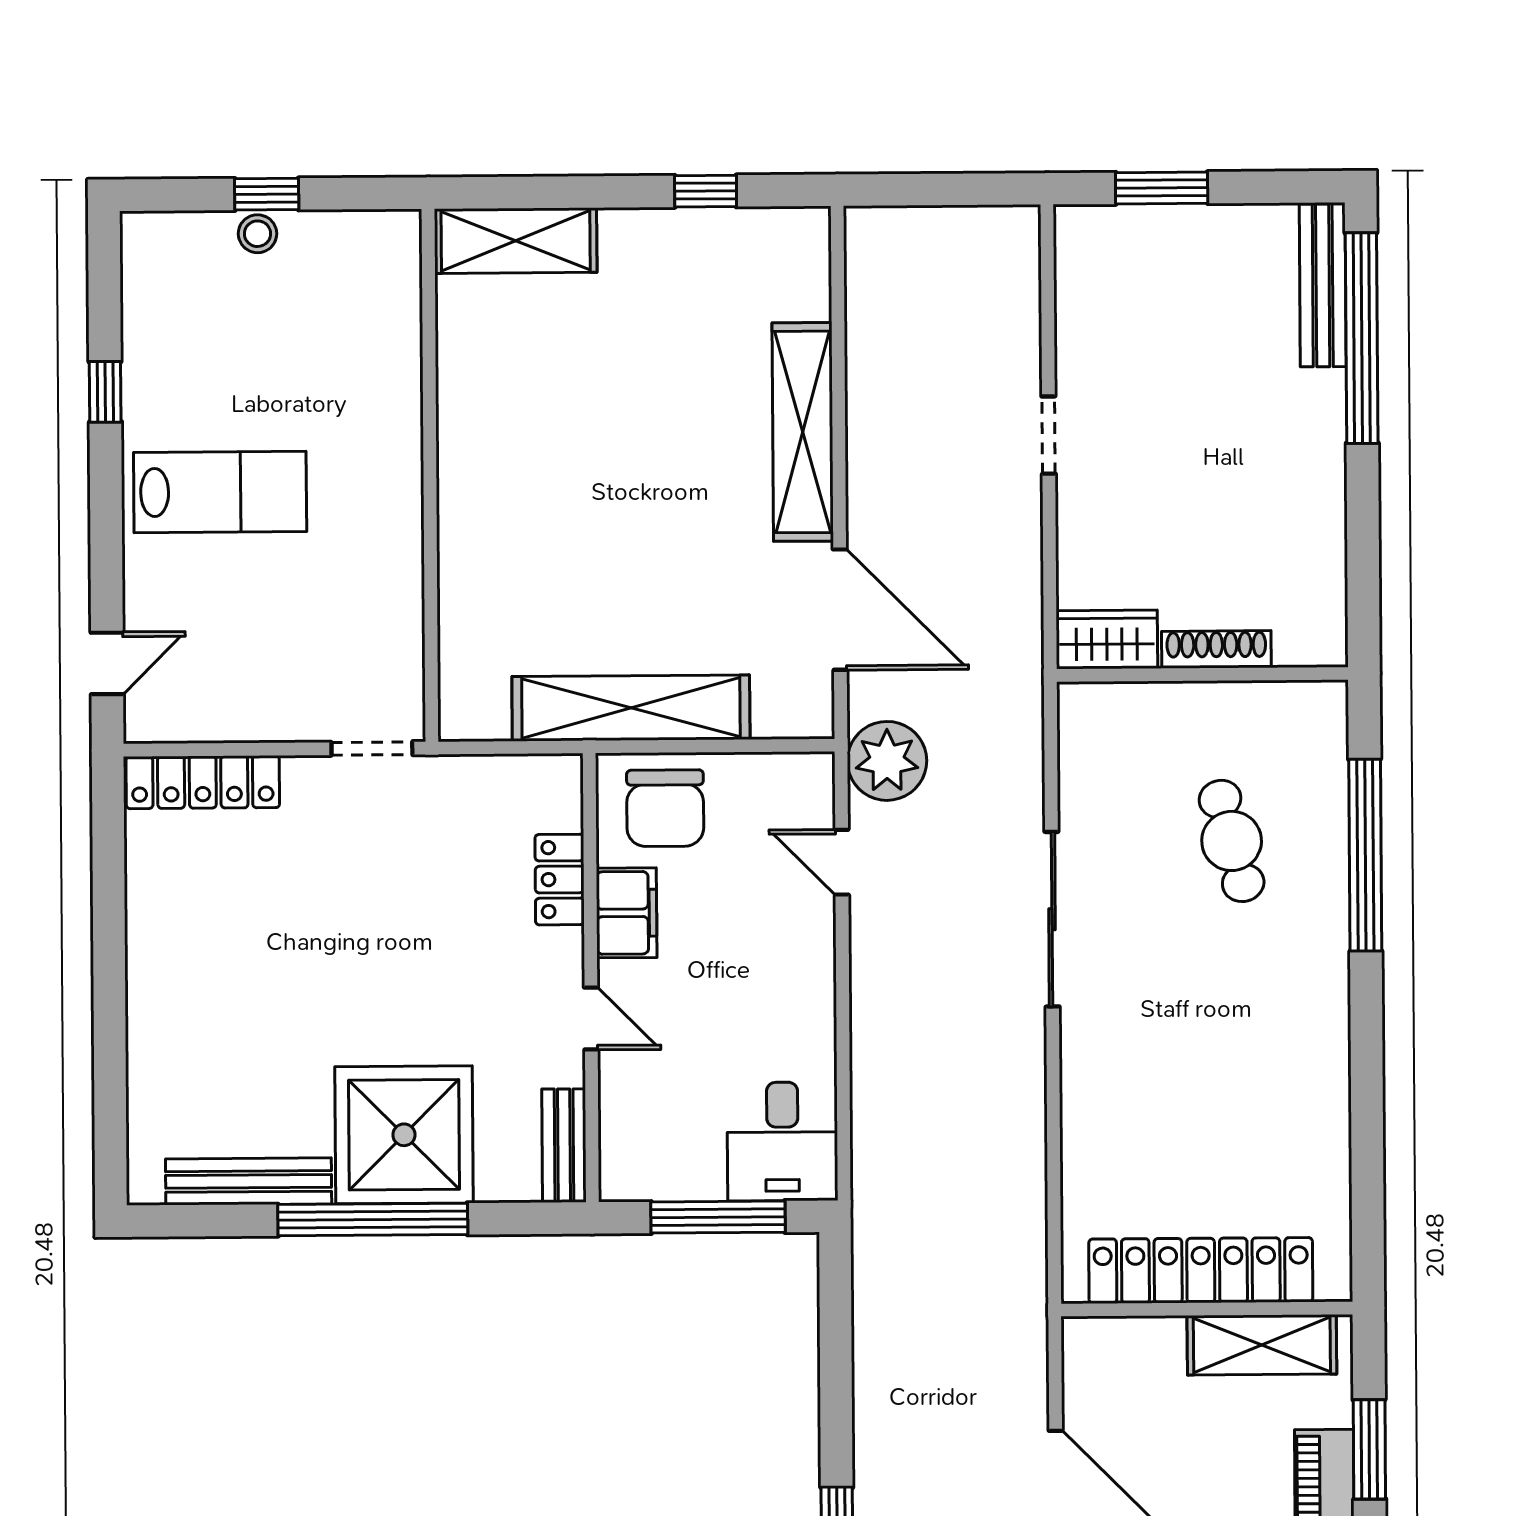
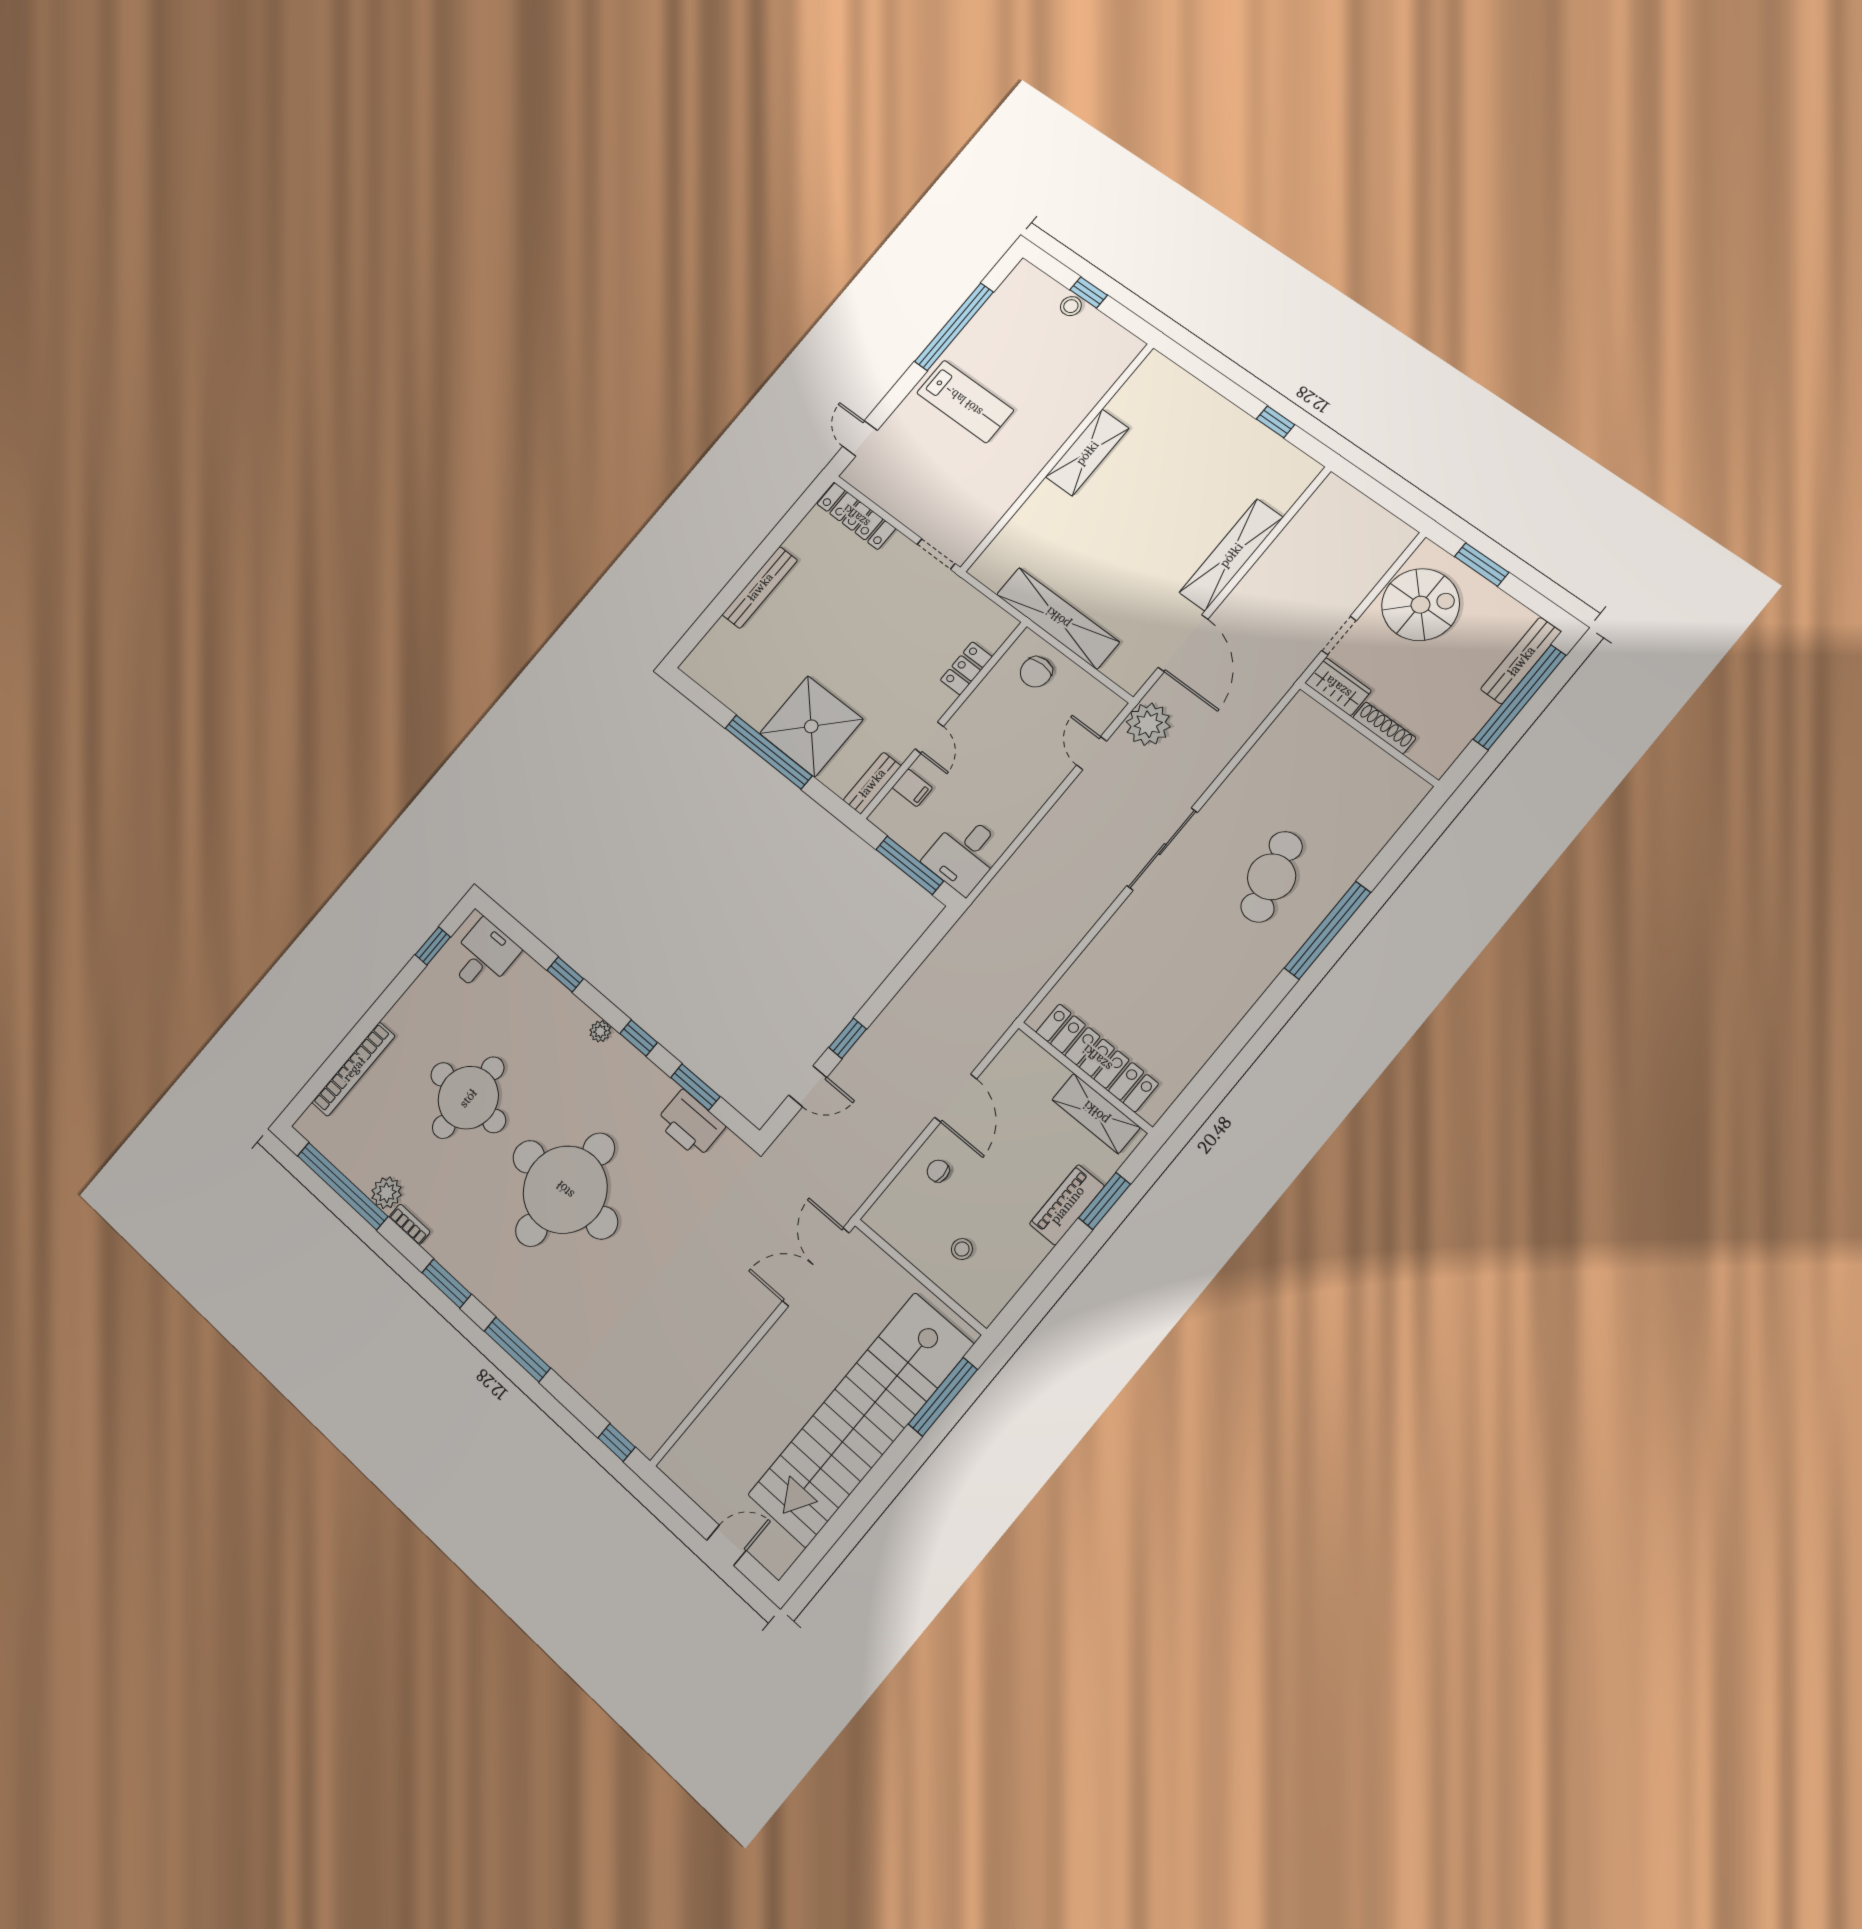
shelving: (516, 241) -> (1087, 453), moved, turned 90
spiral stairs: (1124, 307) -> (1420, 605), added
window: (105, 392) -> (954, 327), width x3.17
wardrobe: (1107, 640) -> (1338, 687), moved
shoe rack: (1216, 649) -> (1384, 728), moved
door: (107, 663) -> (860, 438), swing flipped
wall: (1202, 674) -> (1369, 734), moved
chair: (665, 808) -> (1036, 672), width x0.73, depth x0.73
cafe table: (1232, 841) -> (1272, 877), width x1.37, depth x1.35
filing cabinet: (627, 913) -> (912, 788), moved, width x0.50
bench: (249, 1181) -> (760, 587), moved, turned 90

